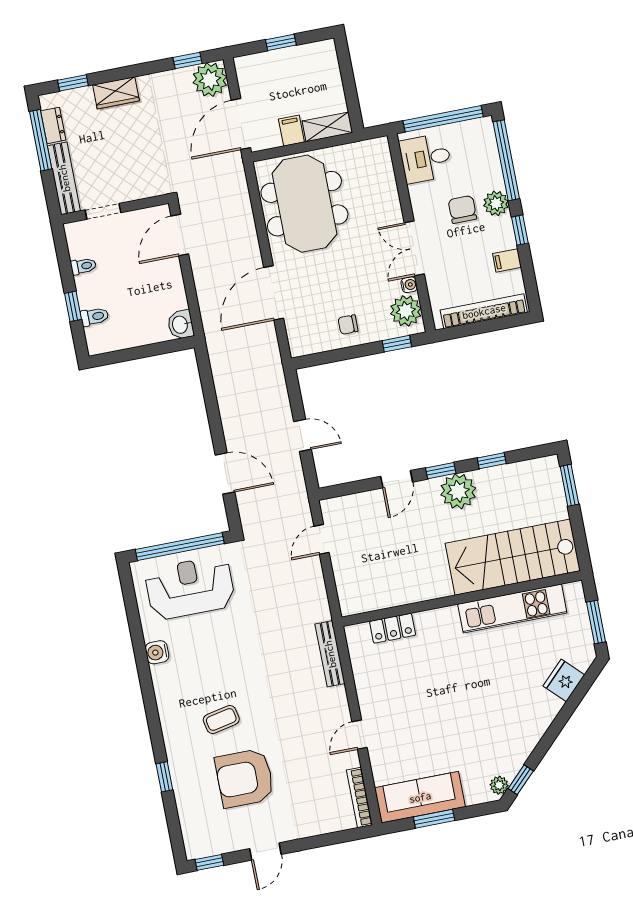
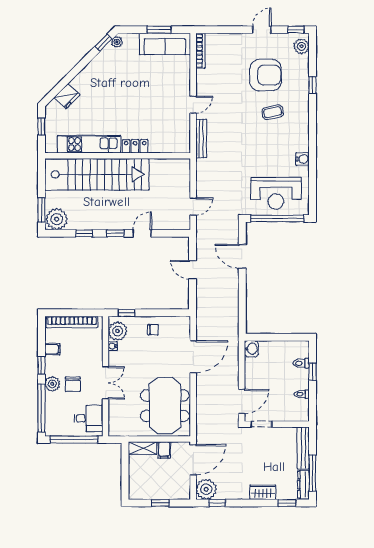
dresser: (53, 125) -> (303, 485), width x1.44
doorway: (103, 211) -> (261, 424), moved
double door: (414, 248) -> (105, 383), moved
plant: (458, 491) -> (57, 219), moved
stairs: (513, 557) -> (97, 174), width x1.36
window: (596, 622) -> (41, 127), width x0.67
locker: (393, 628) -> (135, 146), moved
door: (360, 735) -> (193, 105), moved
plant: (195, 837) -> (301, 46), added

